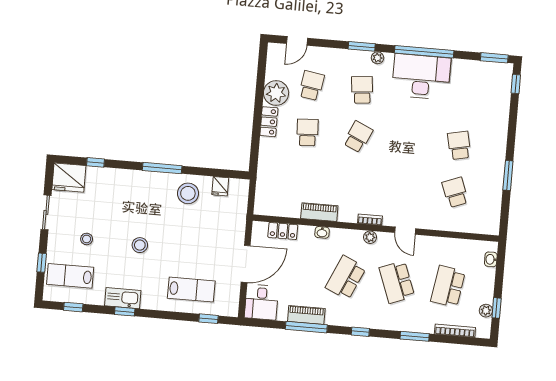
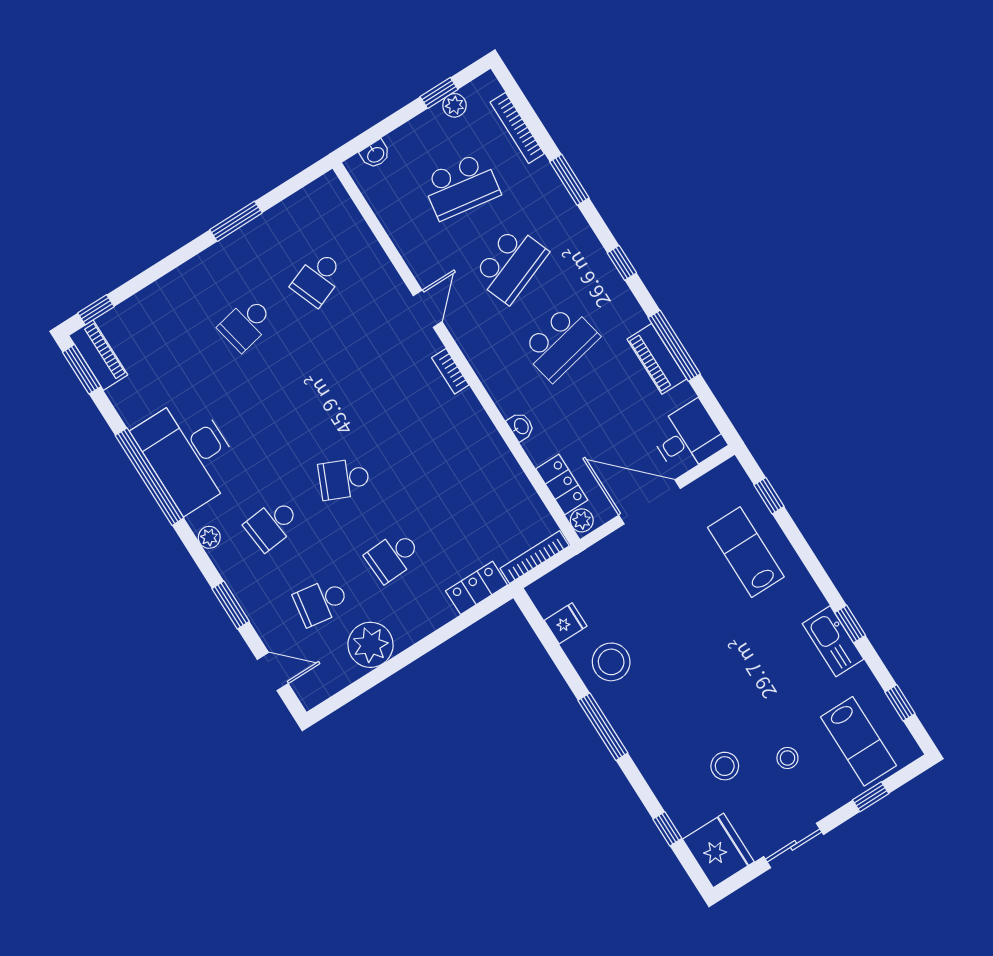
window: (362, 46) -> (231, 605), moved
locker: (269, 122) -> (477, 588), moved
bookcase: (260, 195) -> (535, 557), added
piano: (319, 212) -> (98, 355), moved, turned 180
plant: (370, 237) -> (582, 520), moved
stool: (140, 245) -> (725, 766), moved
school desk: (346, 278) -> (560, 343), turned -36

